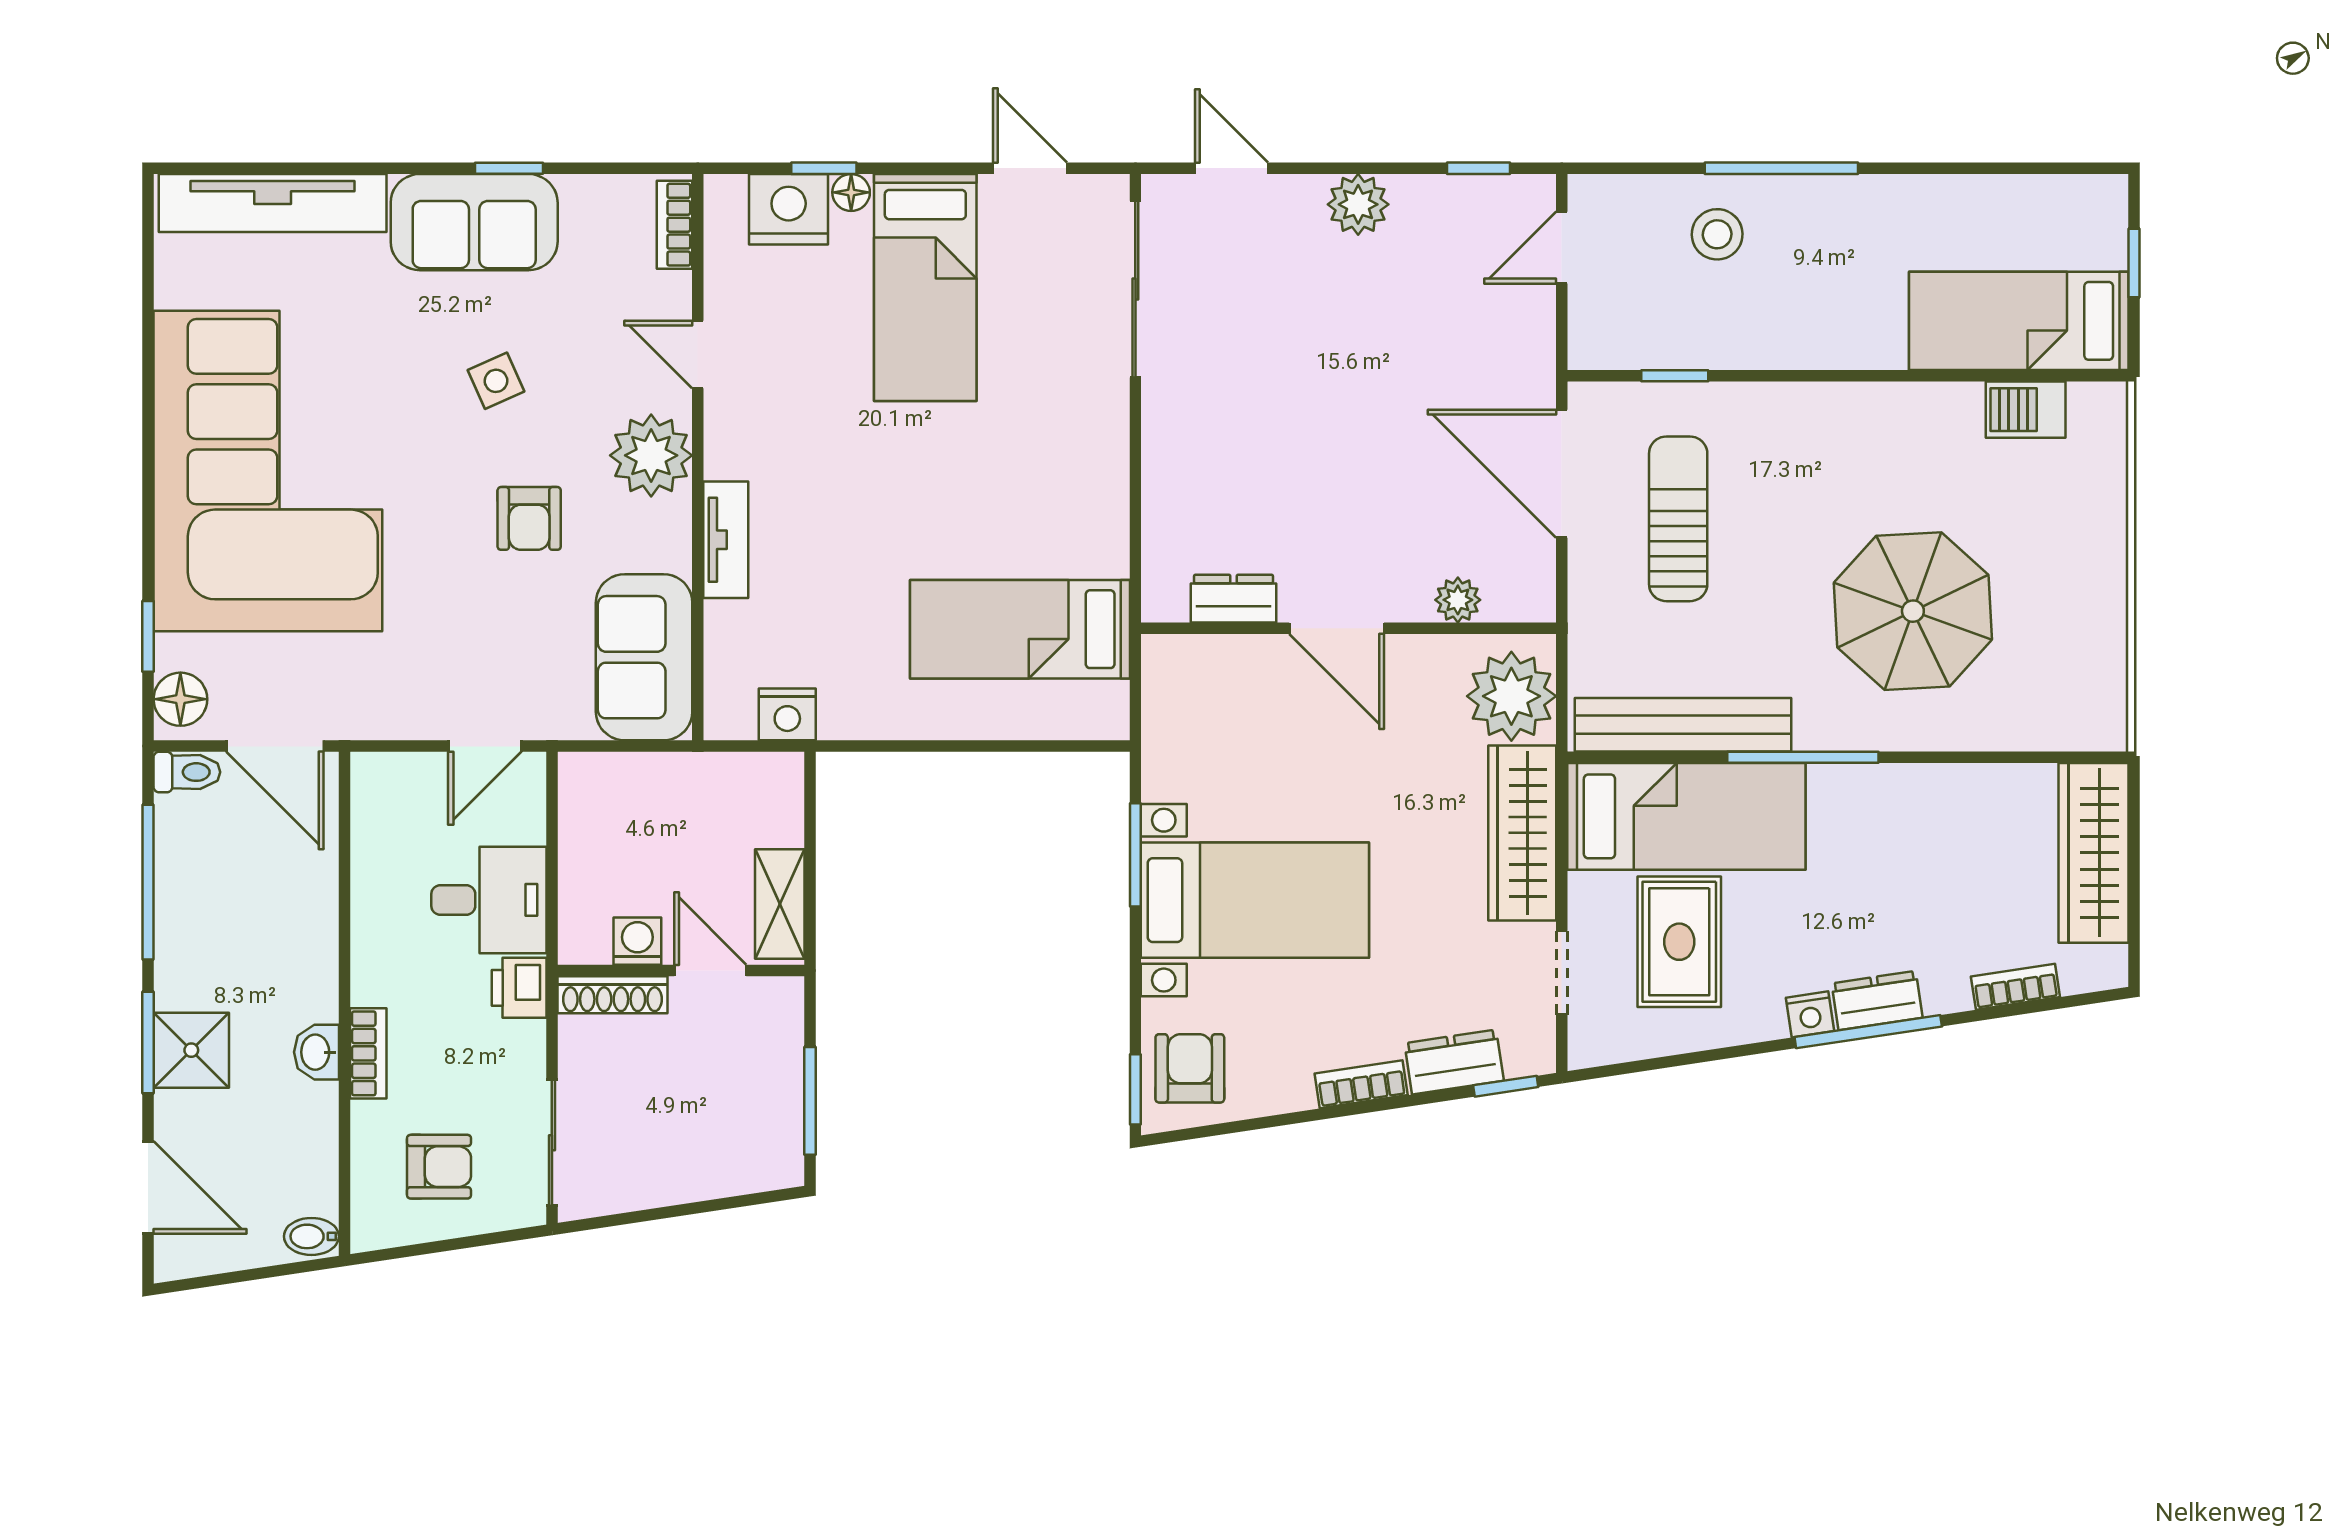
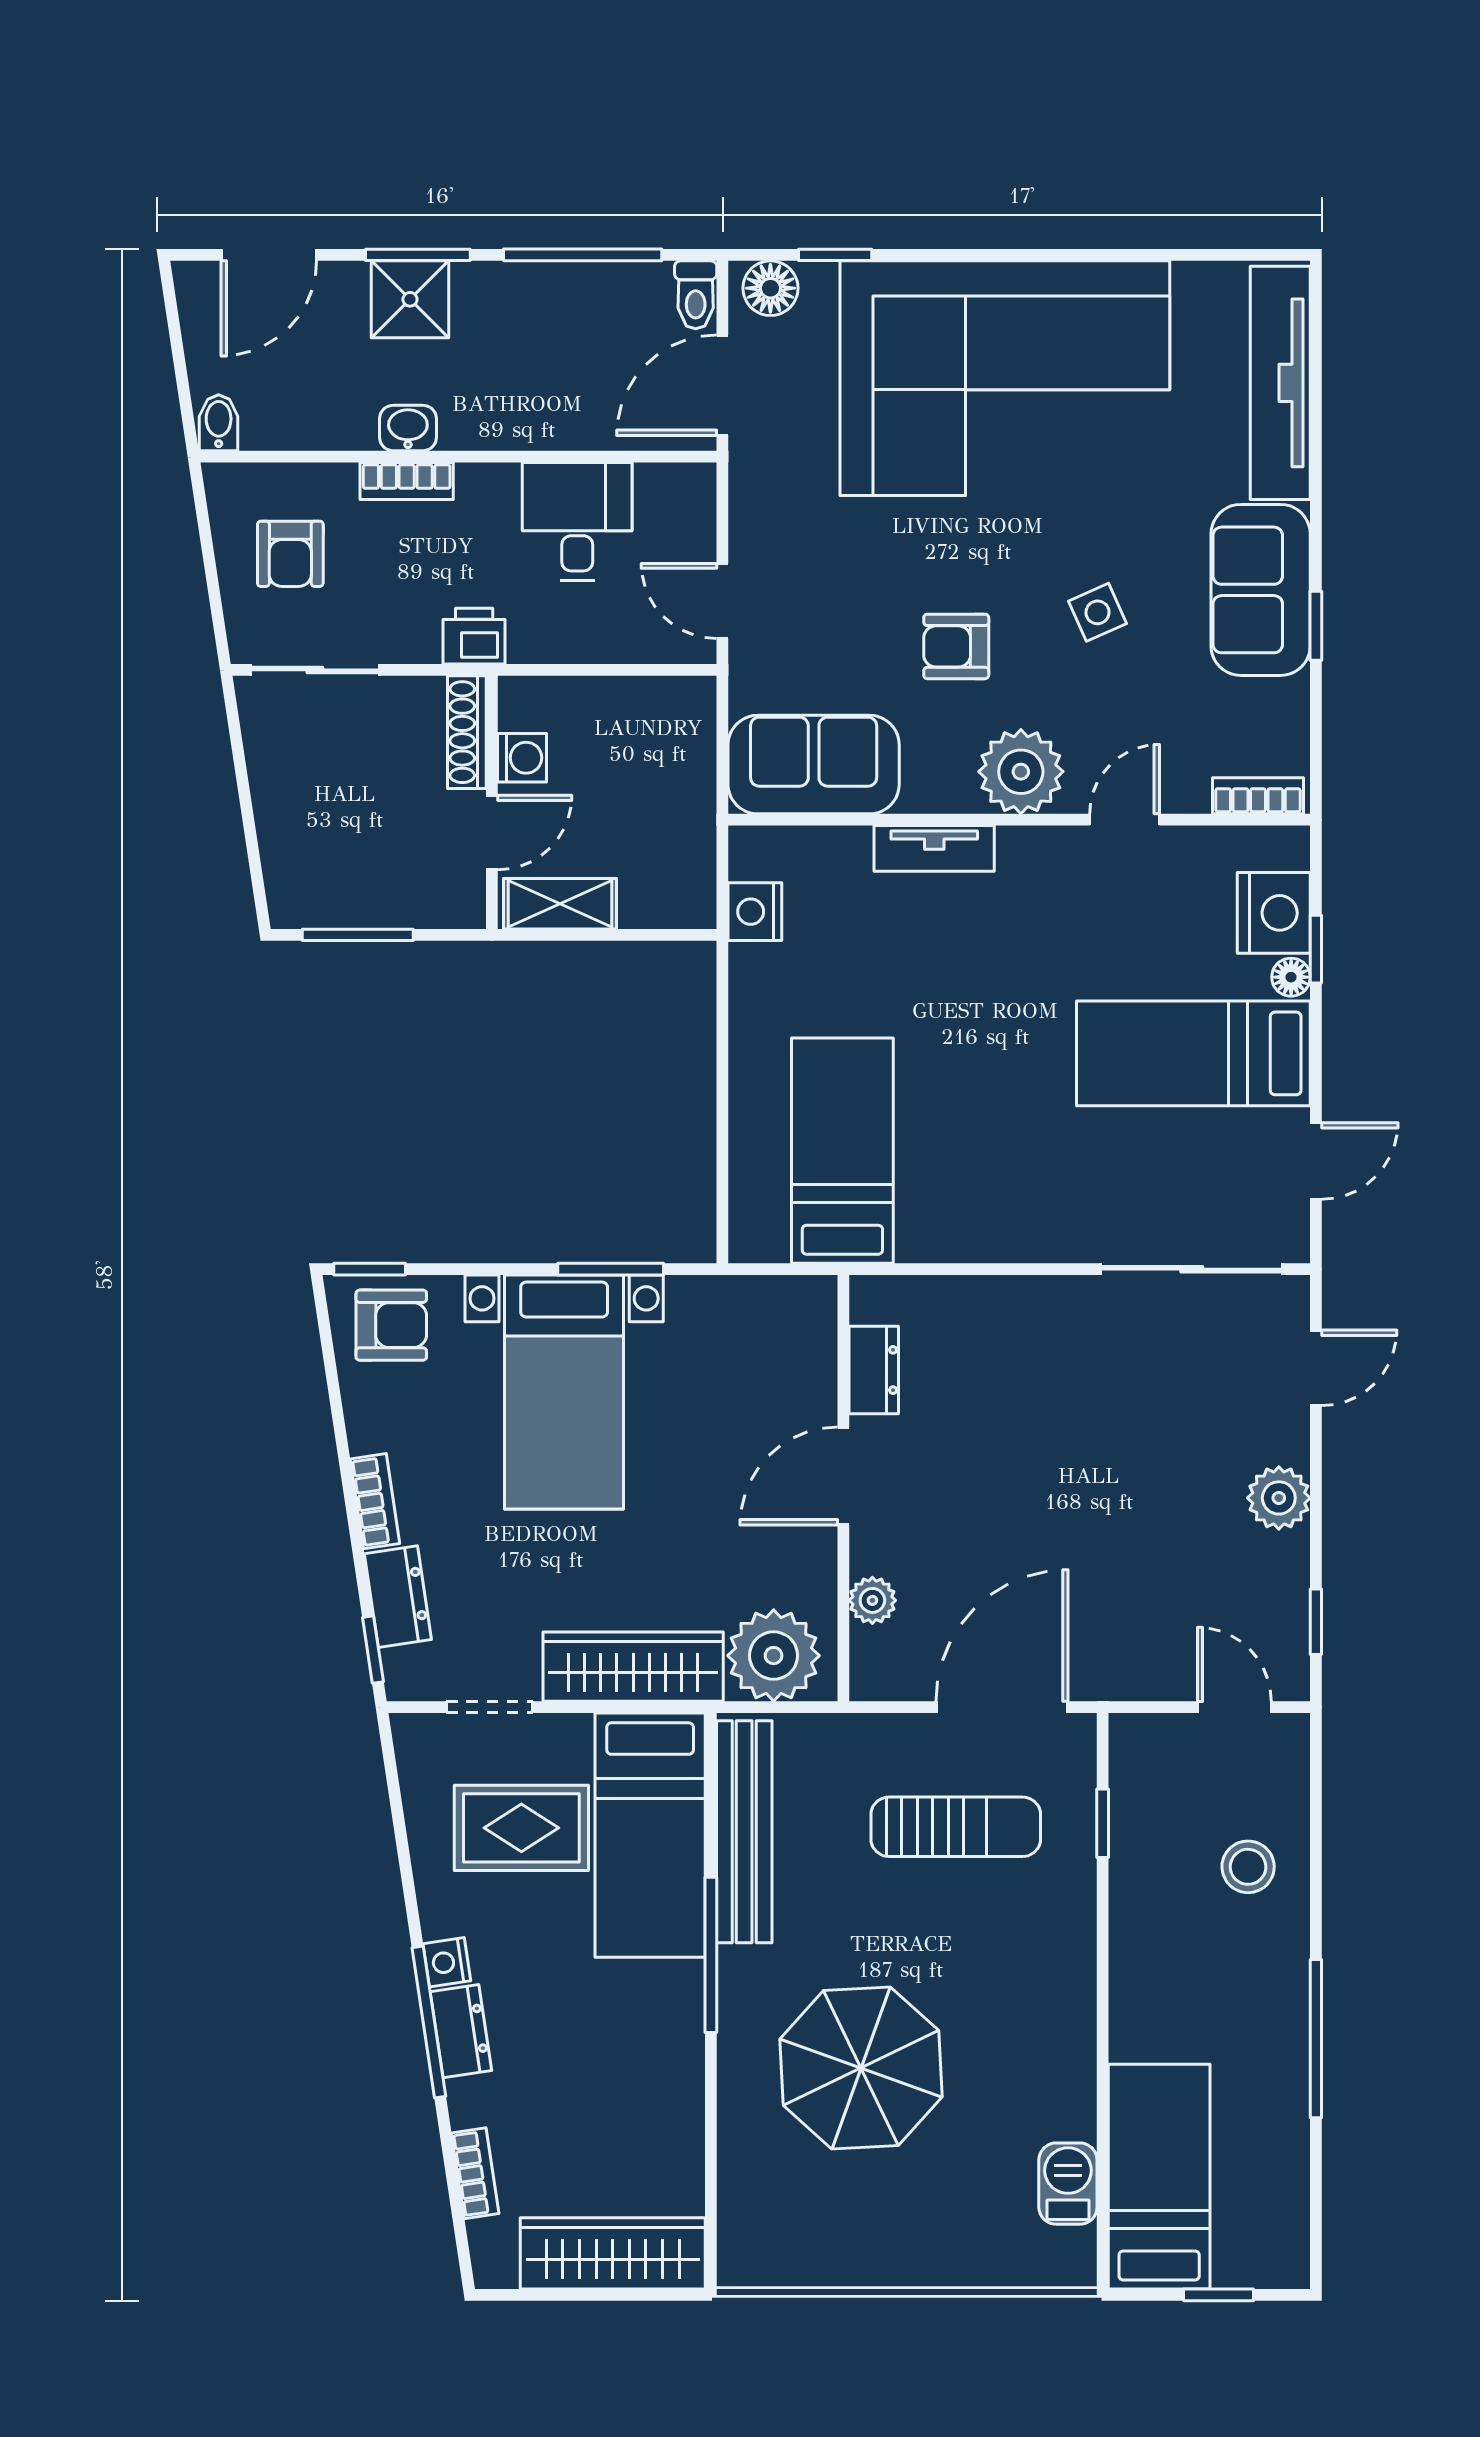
window: (1781, 168) -> (1316, 2039), moved
desk: (489, 900) -> (577, 521), moved, turned 180

